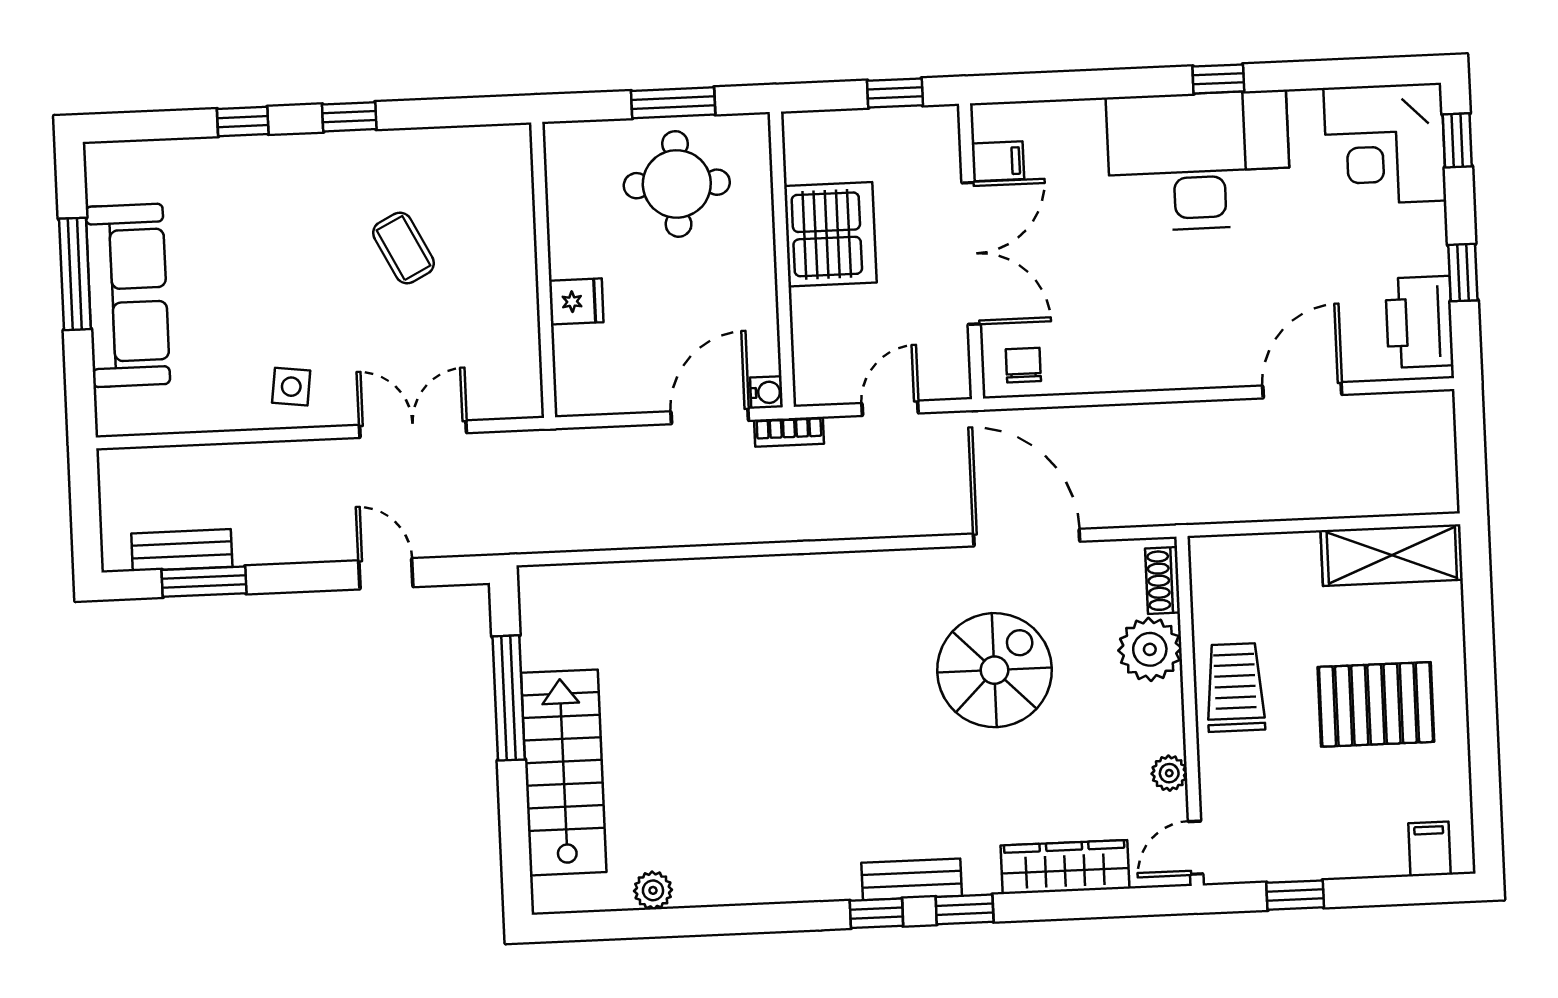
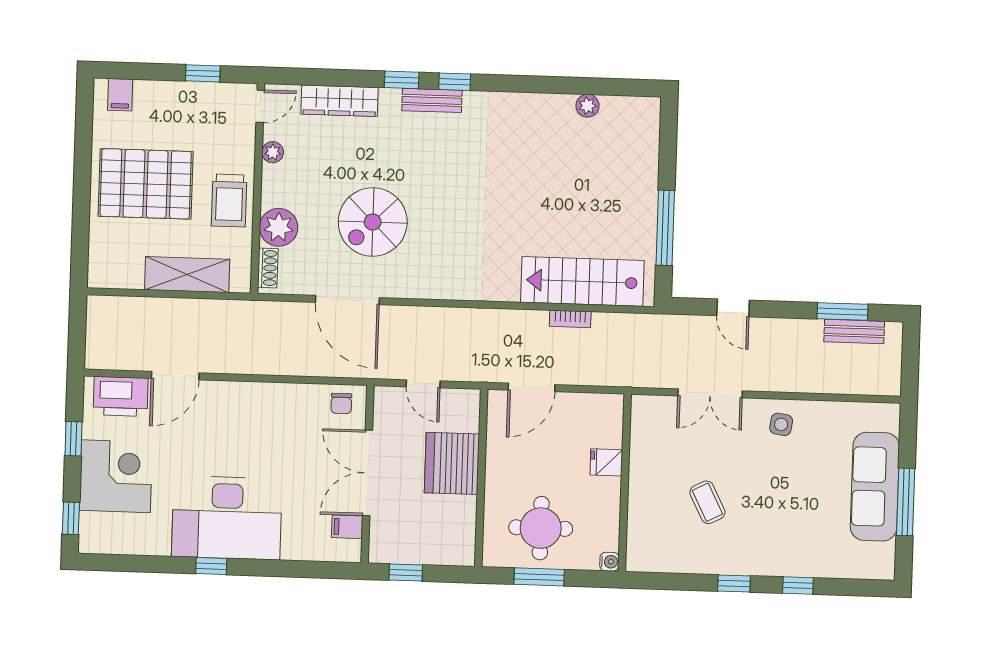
corner desk: (1385, 144) -> (116, 476), moved
server rack: (830, 234) -> (452, 463), moved
printer: (1419, 322) -> (121, 396), moved, turned 90
water cooler: (767, 392) -> (609, 562), moved, turned 180
door: (890, 408) -> (423, 384), hinge flipped
bookcase: (789, 432) -> (570, 319), moved, turned 180
shelving: (1392, 555) -> (187, 275), moved
pallet: (1376, 704) -> (146, 184), width x1.37, depth x1.41
stairs: (564, 772) -> (582, 281), moved, turned 90

